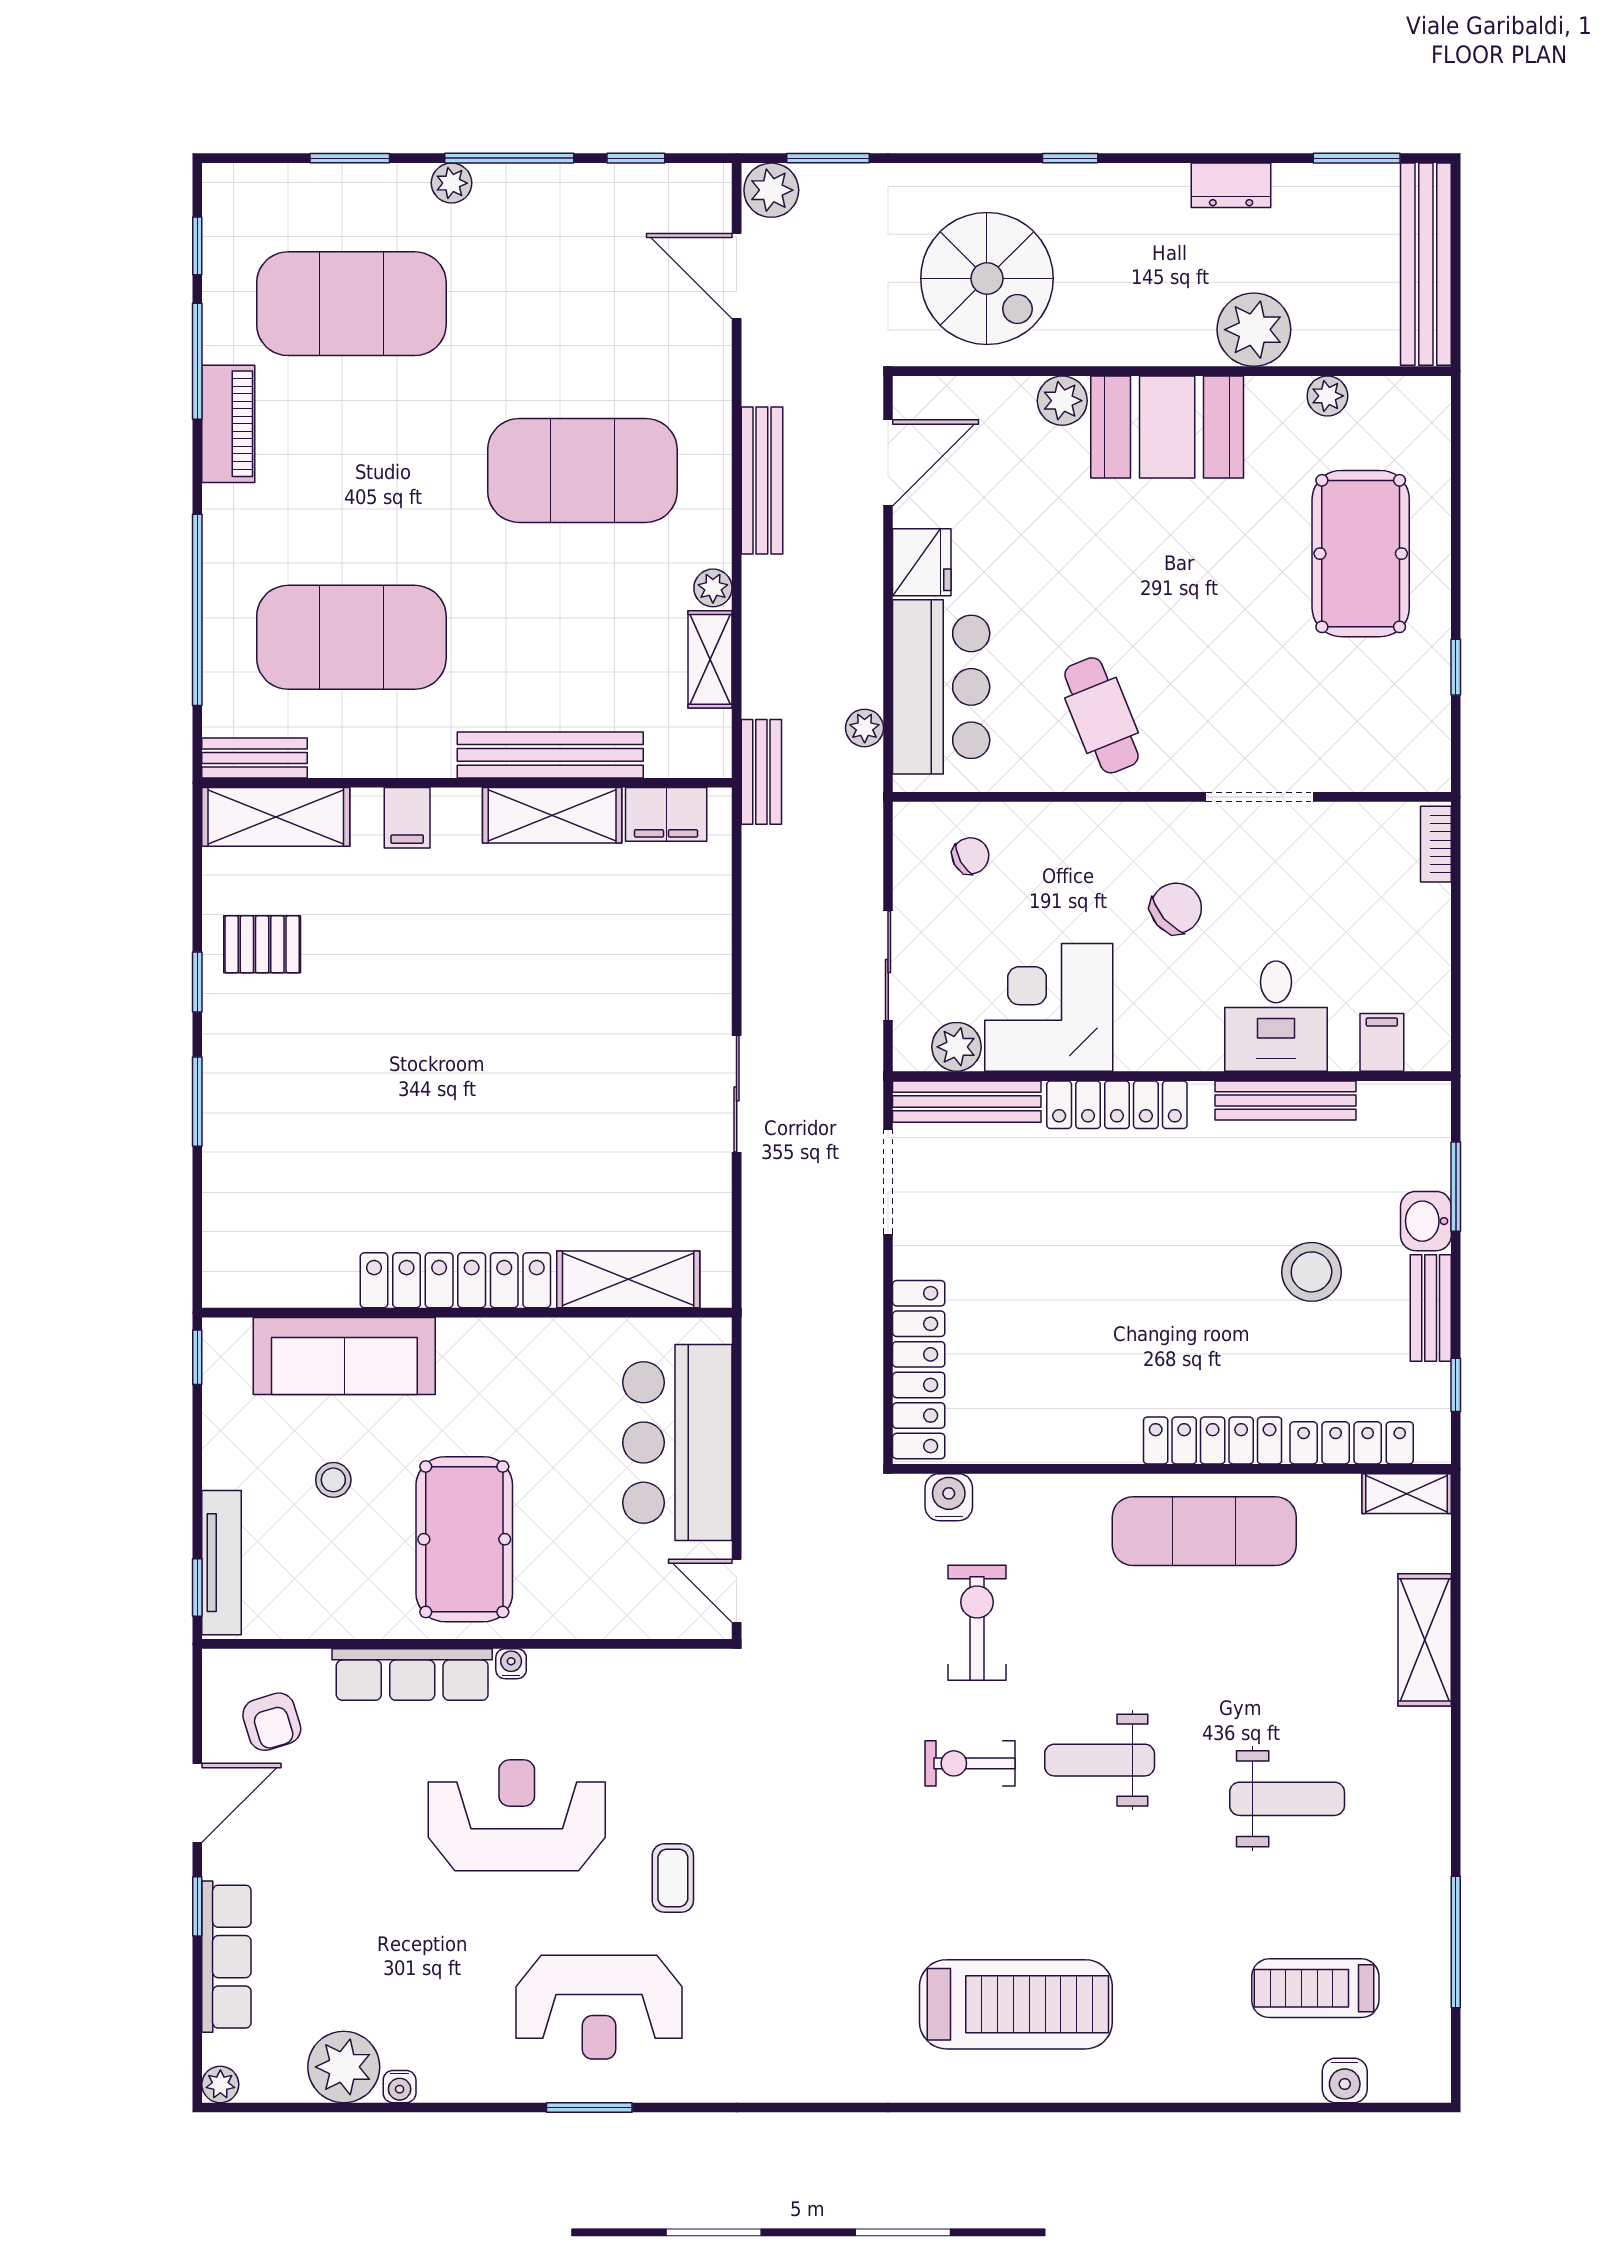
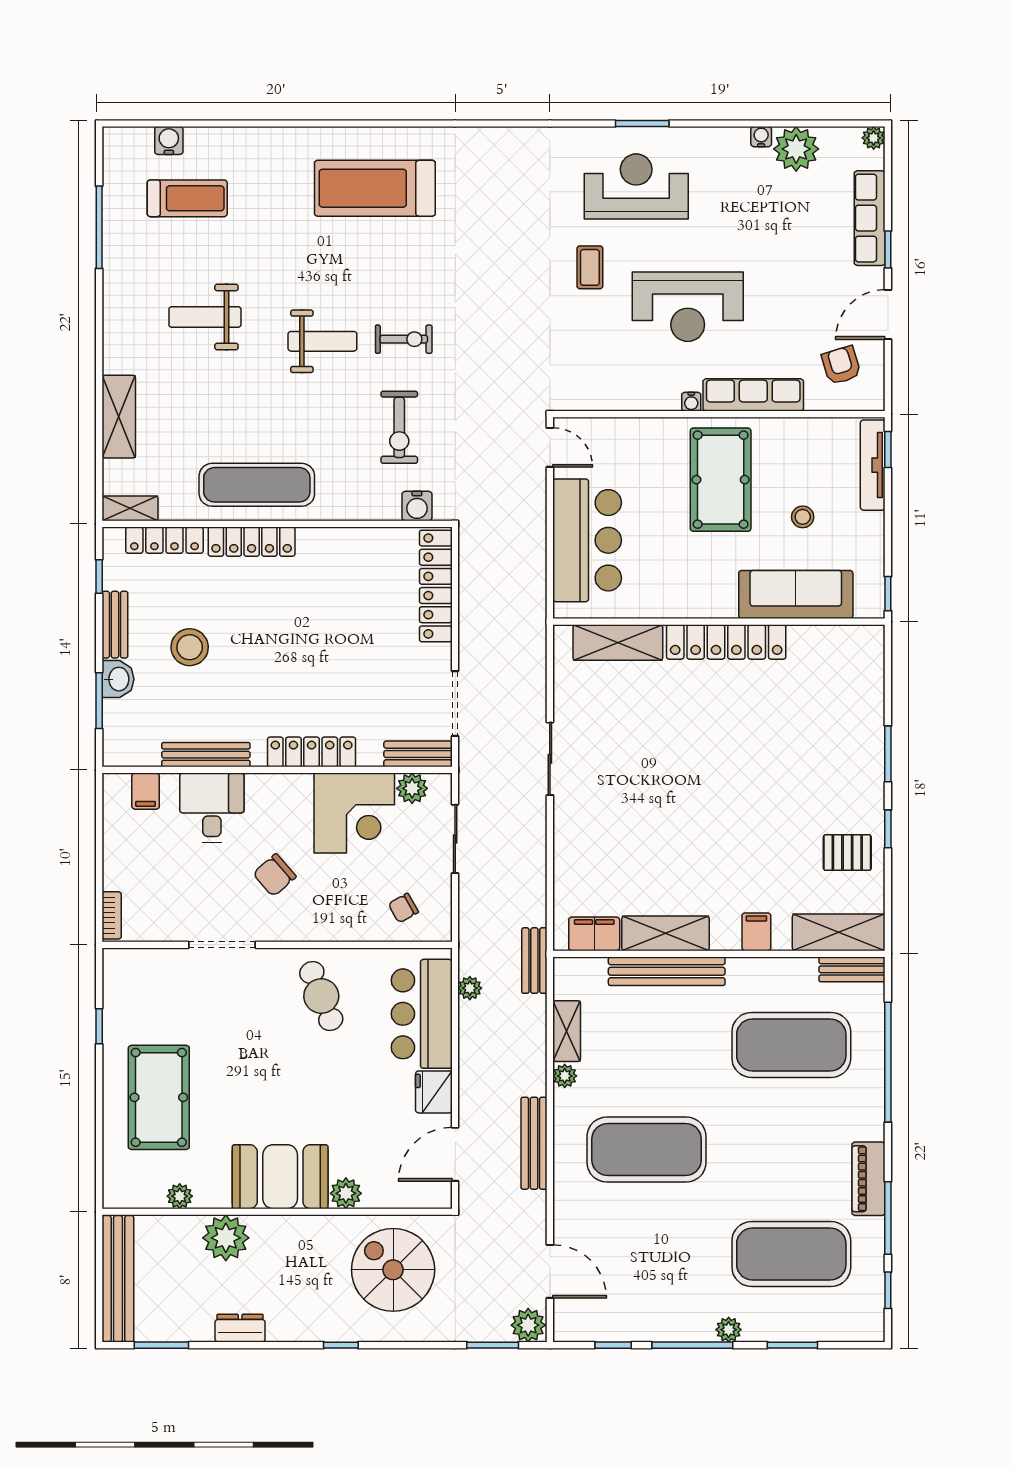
bench: (967, 1102) -> (418, 754), width x0.73

